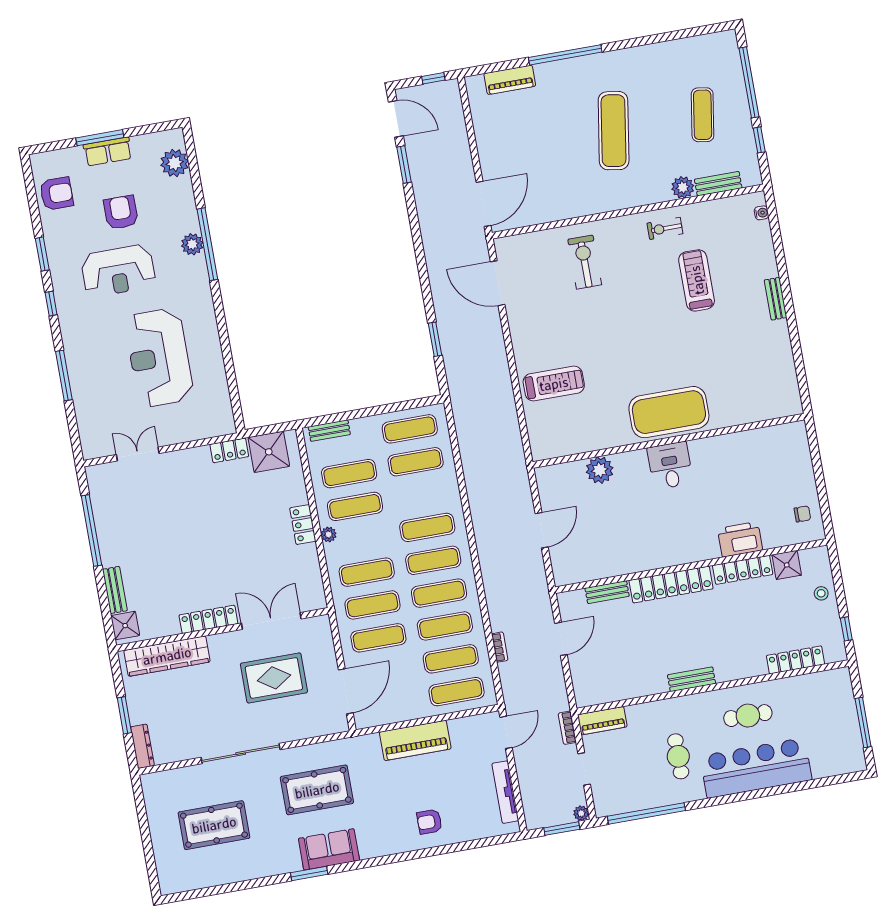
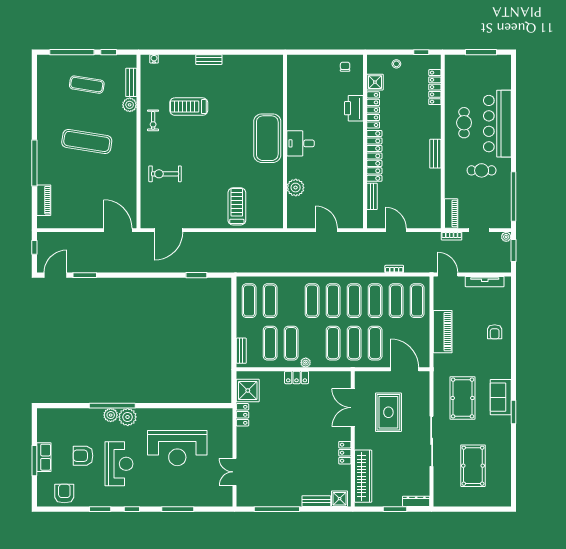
plant: (175, 163) -> (128, 417), moved
locker: (208, 619) -> (345, 453), width x0.66

